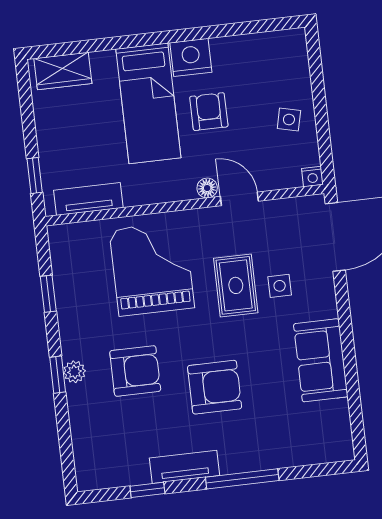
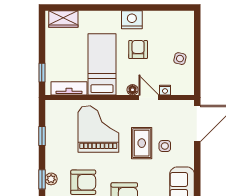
bed: (148, 103) -> (102, 64), moved, turned 180
nightstand: (312, 177) -> (165, 90), moved

